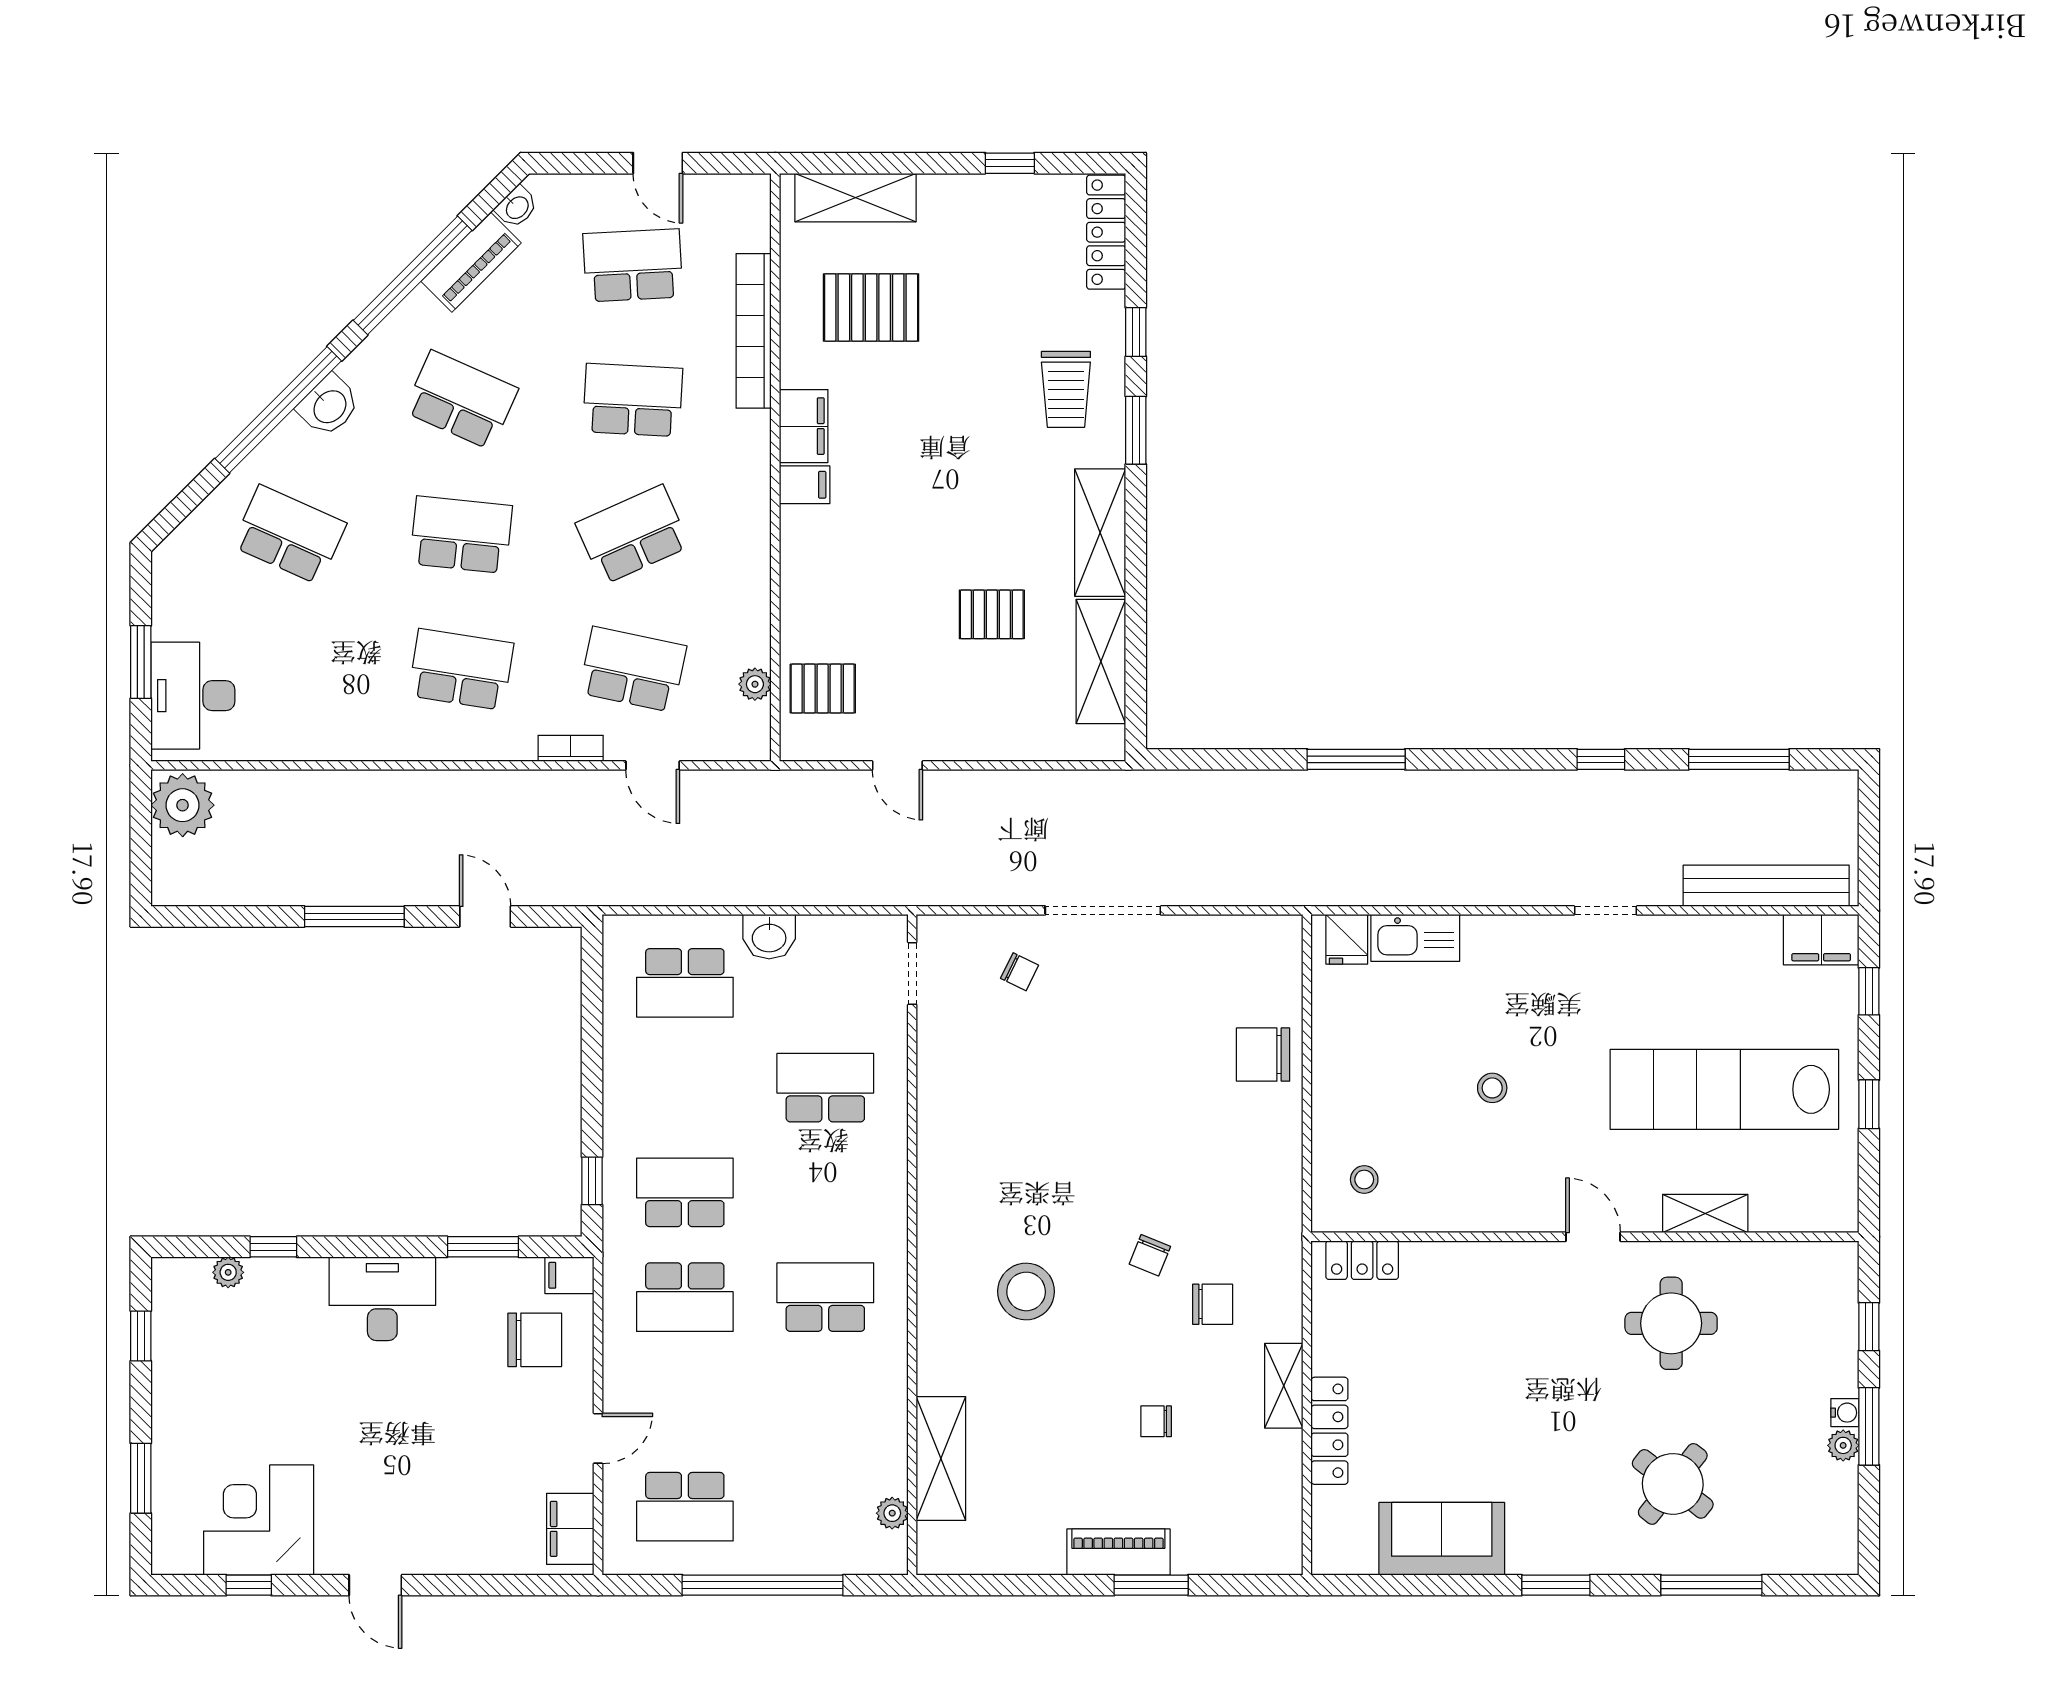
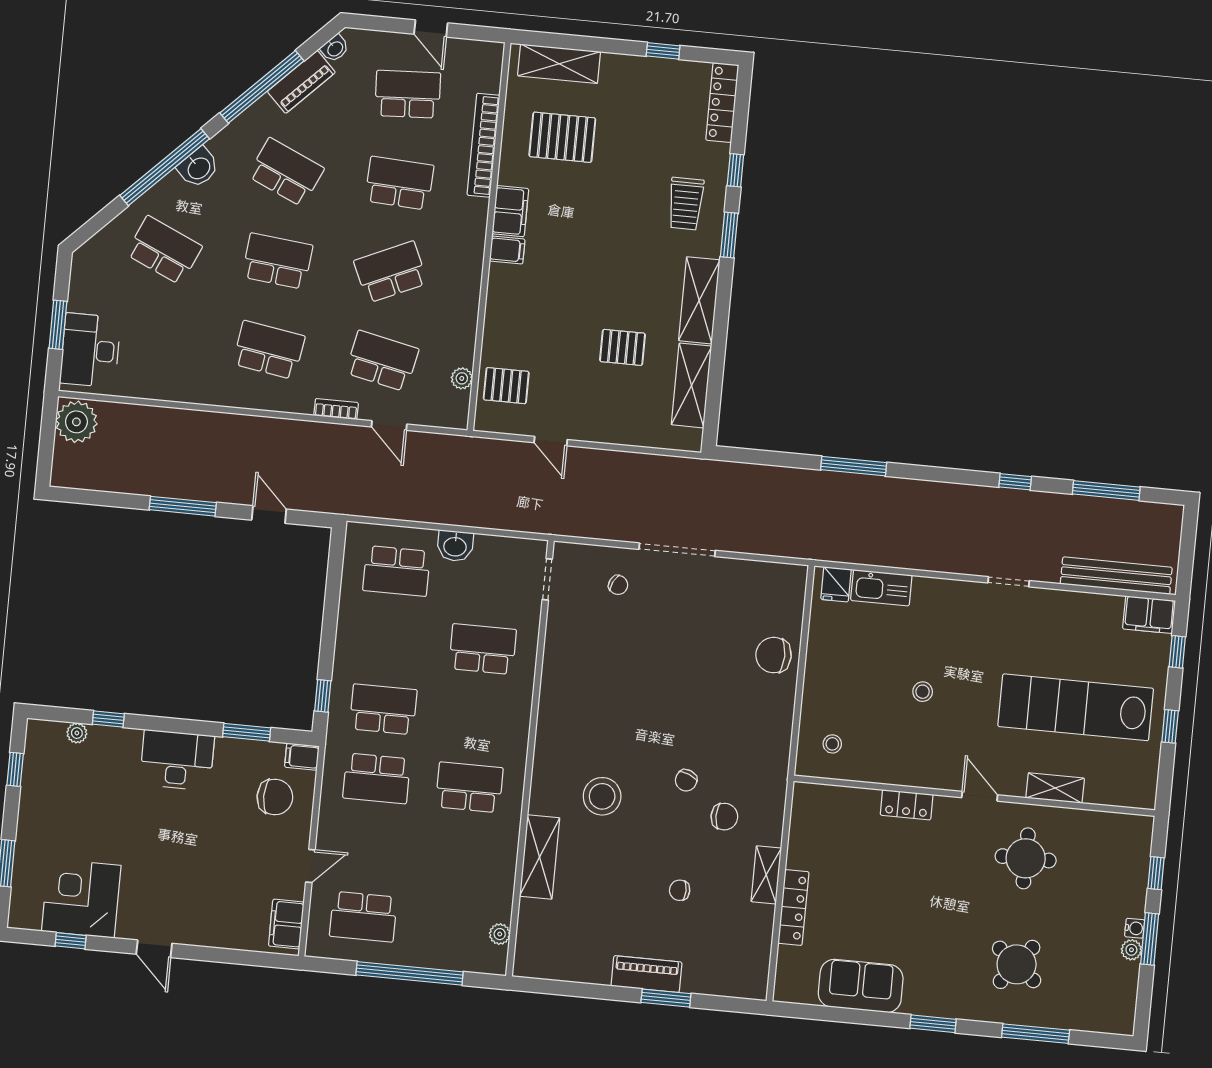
locker: (1362, 1260) -> (907, 805), moved
shelving: (941, 1459) -> (540, 857), moved

